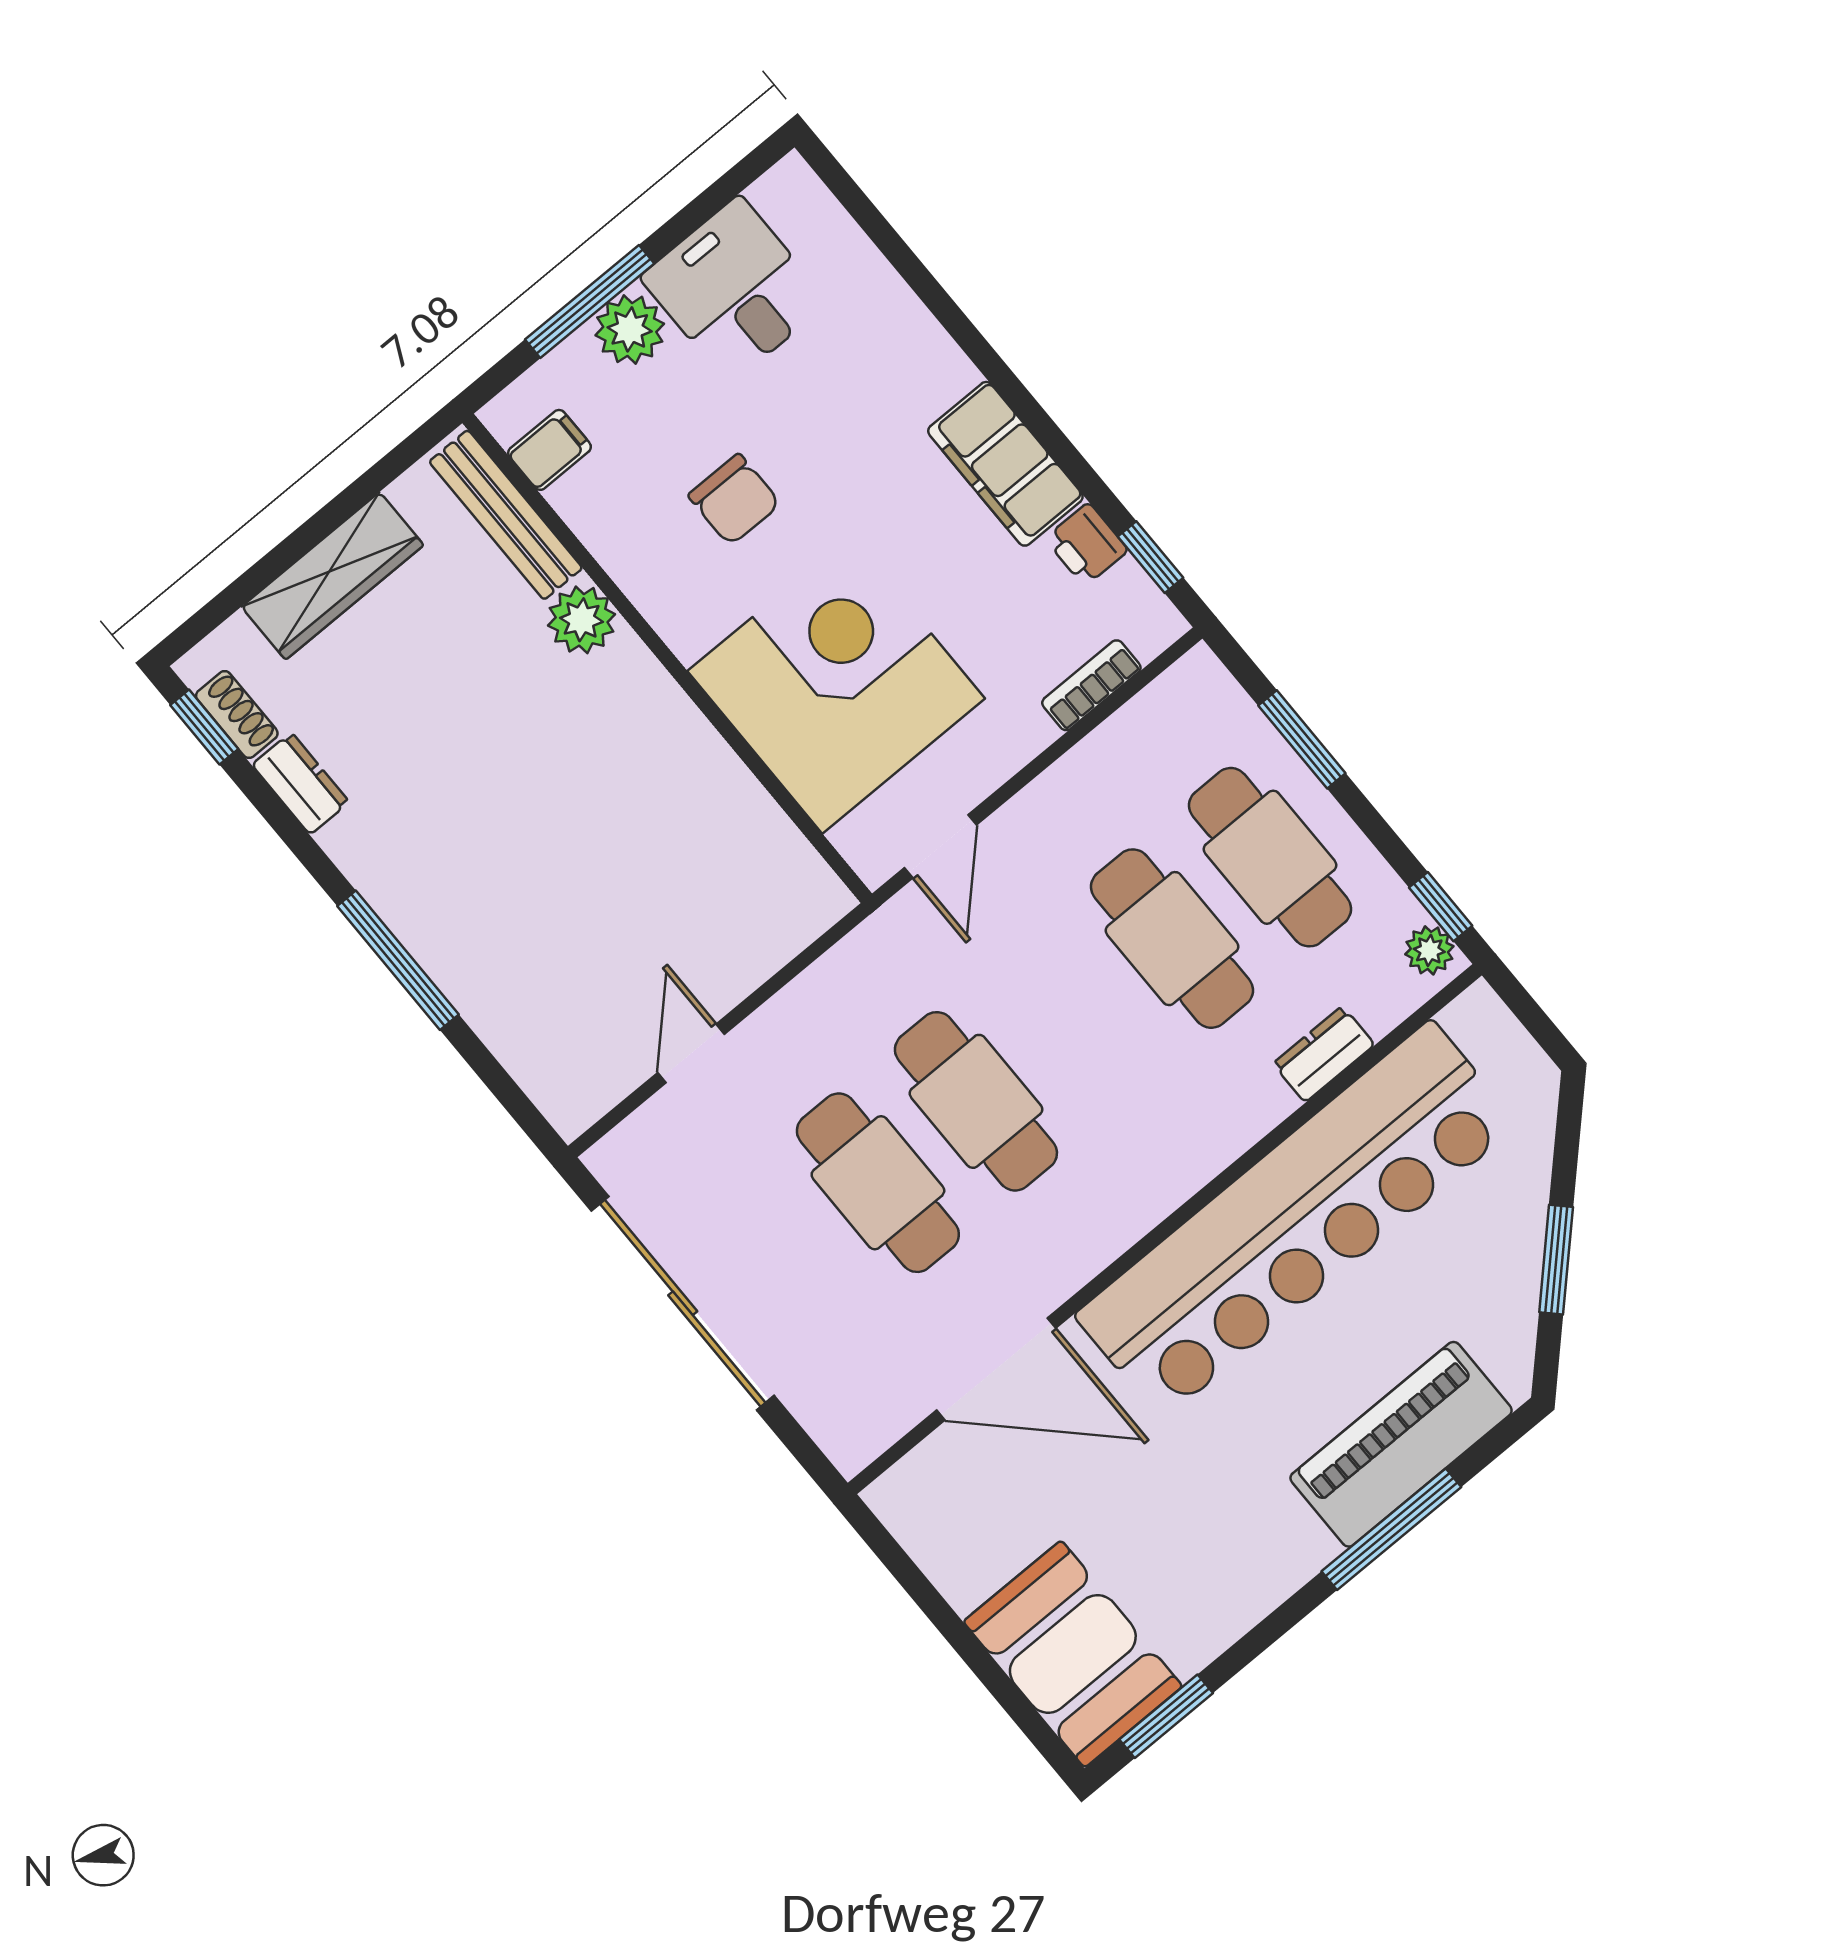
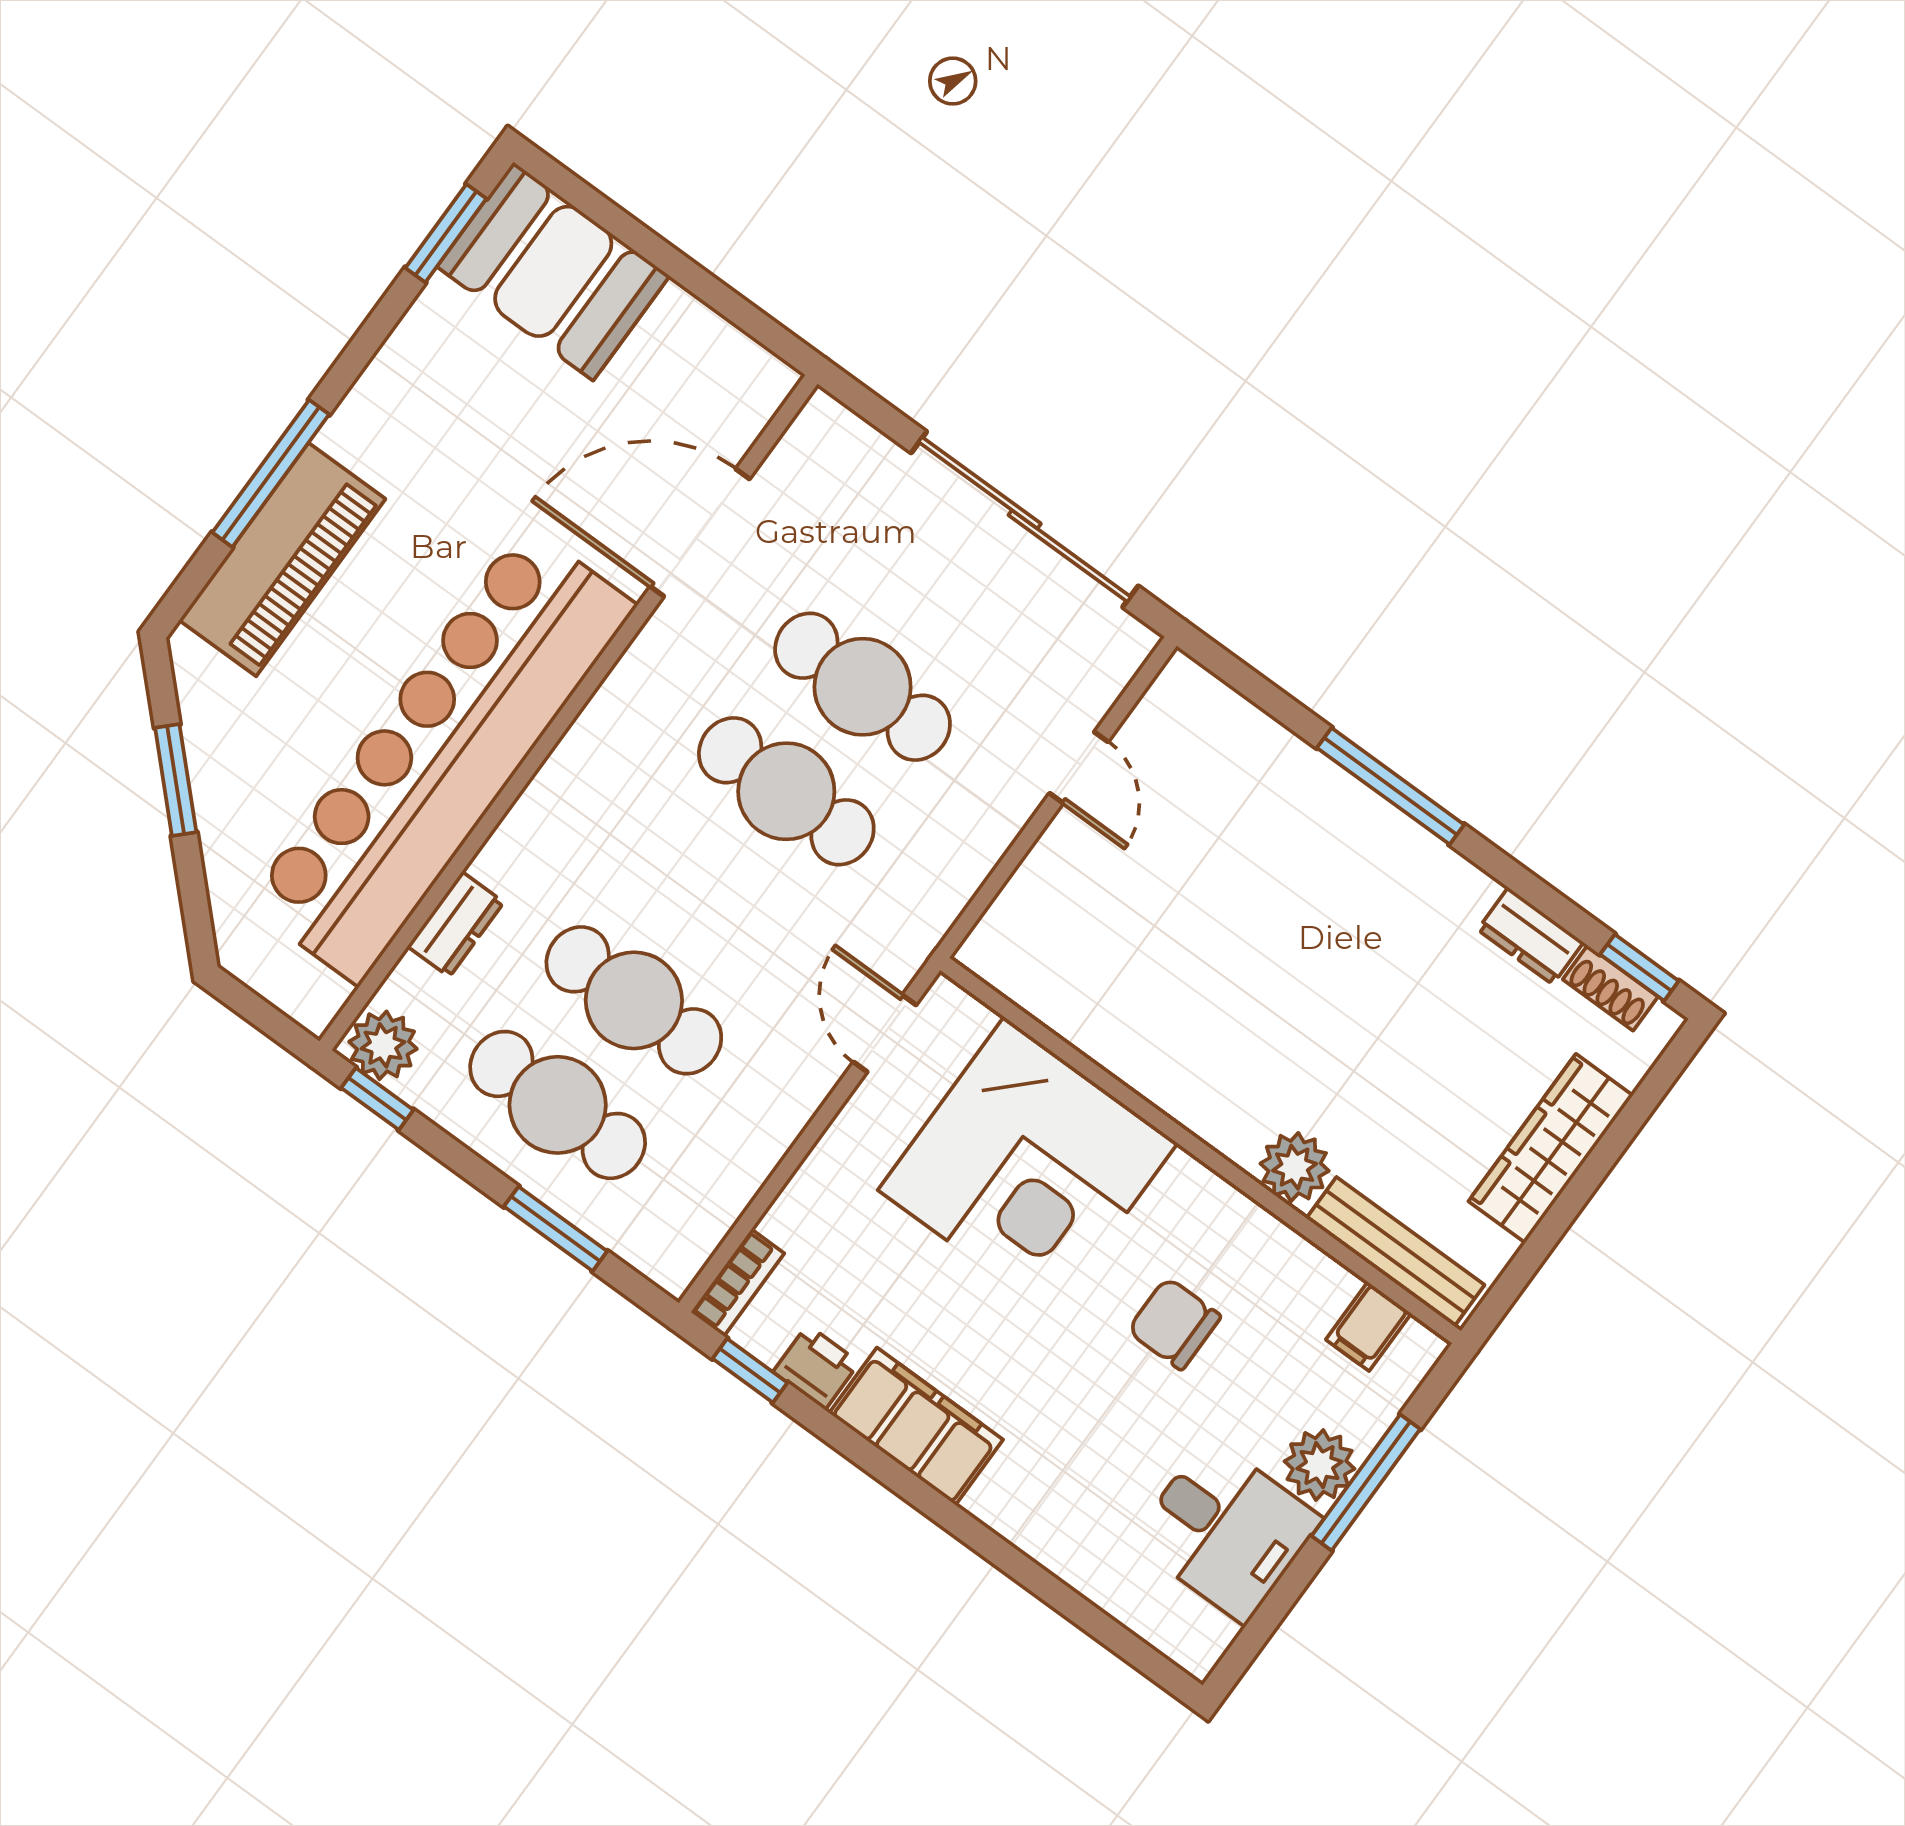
bookcase: (1091, 685) -> (738, 1283), moved
plant: (1429, 950) -> (383, 1045), width x1.38, depth x1.38

